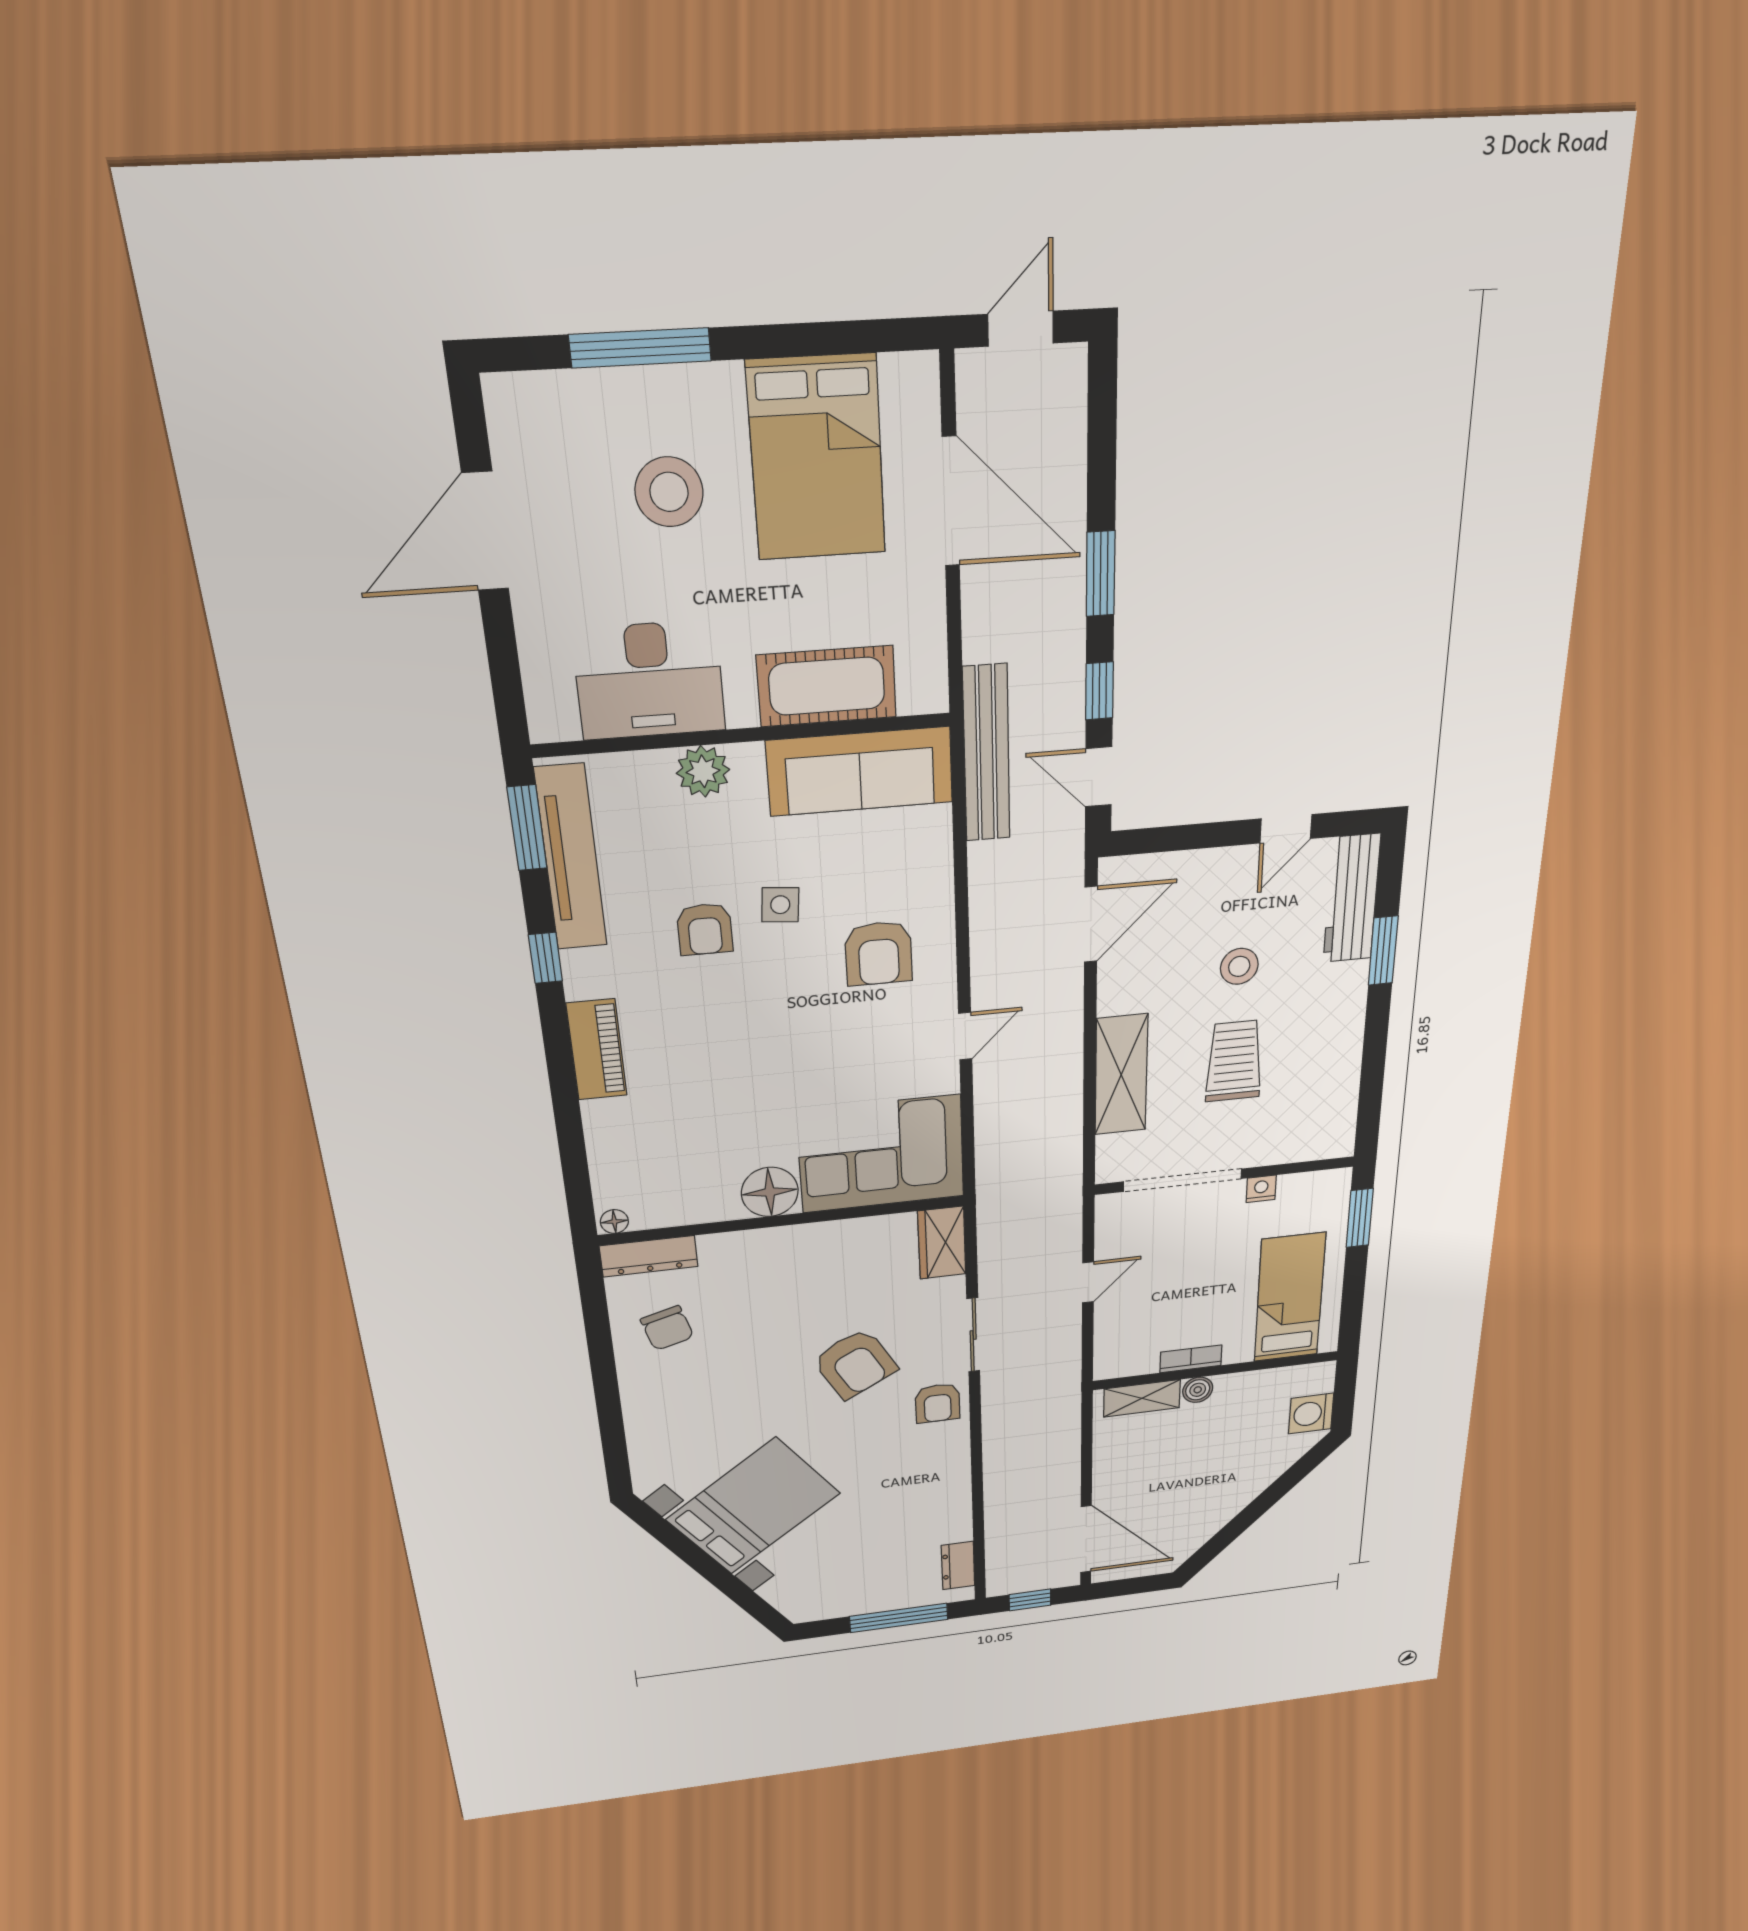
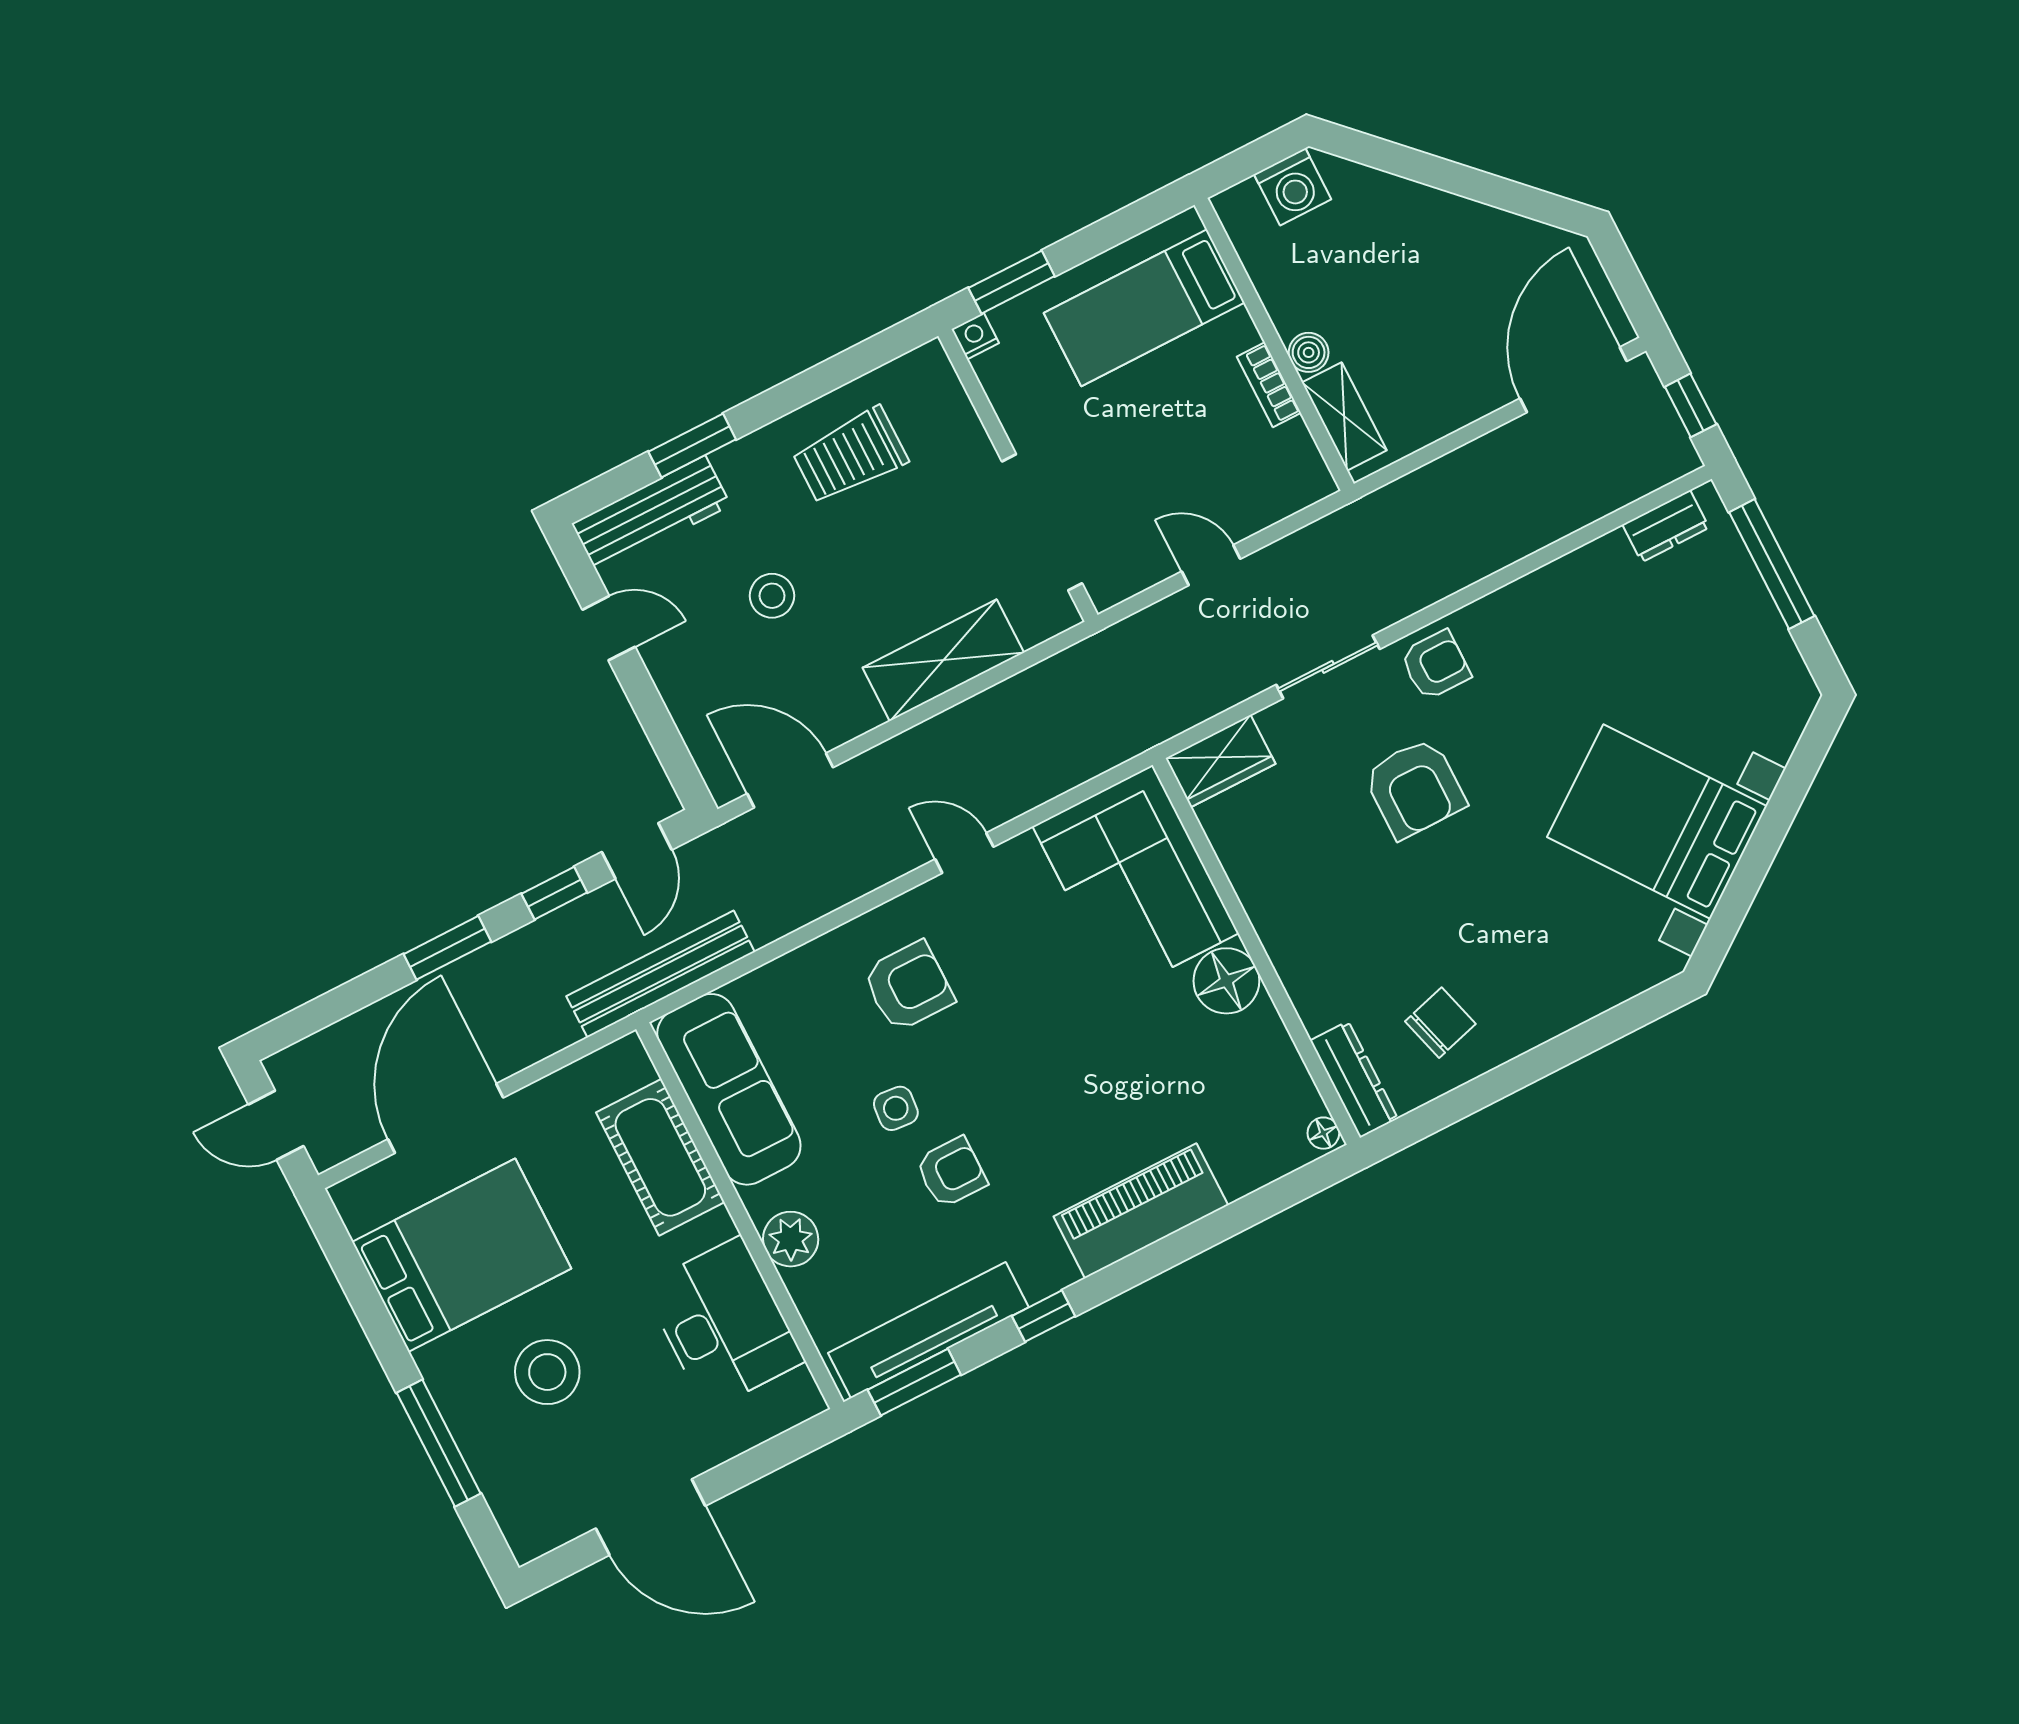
piano: (597, 1050) -> (1141, 1211), width x1.37, depth x1.33
trolley: (1234, 1061) -> (850, 456), moved
nightstand: (1261, 1189) -> (975, 336), moved, turned 90
armchair: (855, 1364) -> (1415, 788), turned 119

